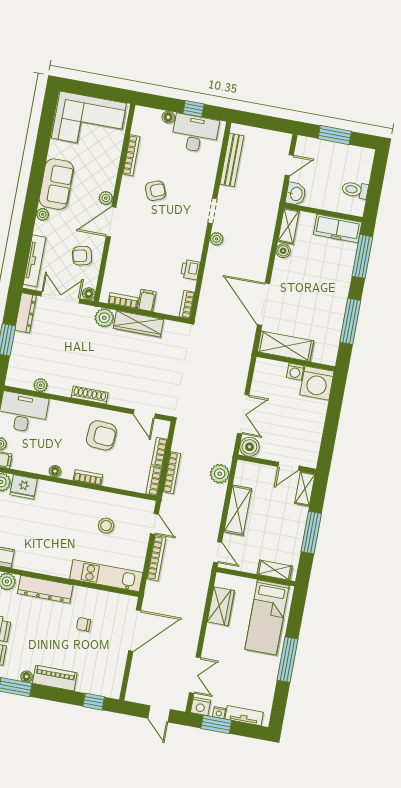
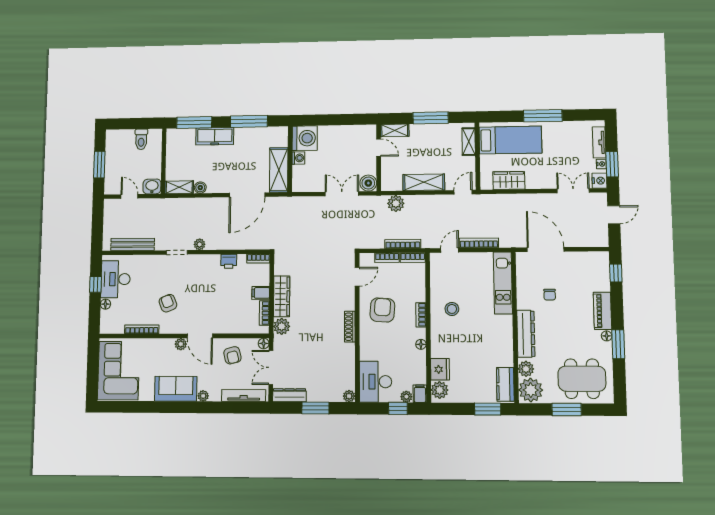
freezer: (338, 228) -> (215, 136), moved, turned 90
plant: (41, 385) -> (349, 396), moved
stool: (106, 526) -> (452, 309), moved

